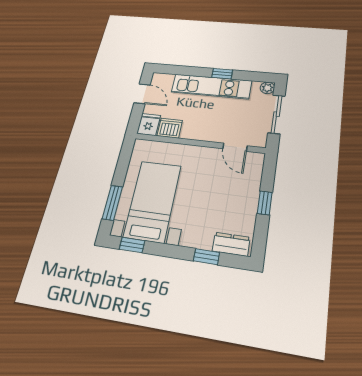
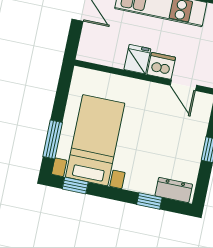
fridge: (149, 124) -> (137, 59), moved
dishwasher: (170, 128) -> (161, 66), moved

